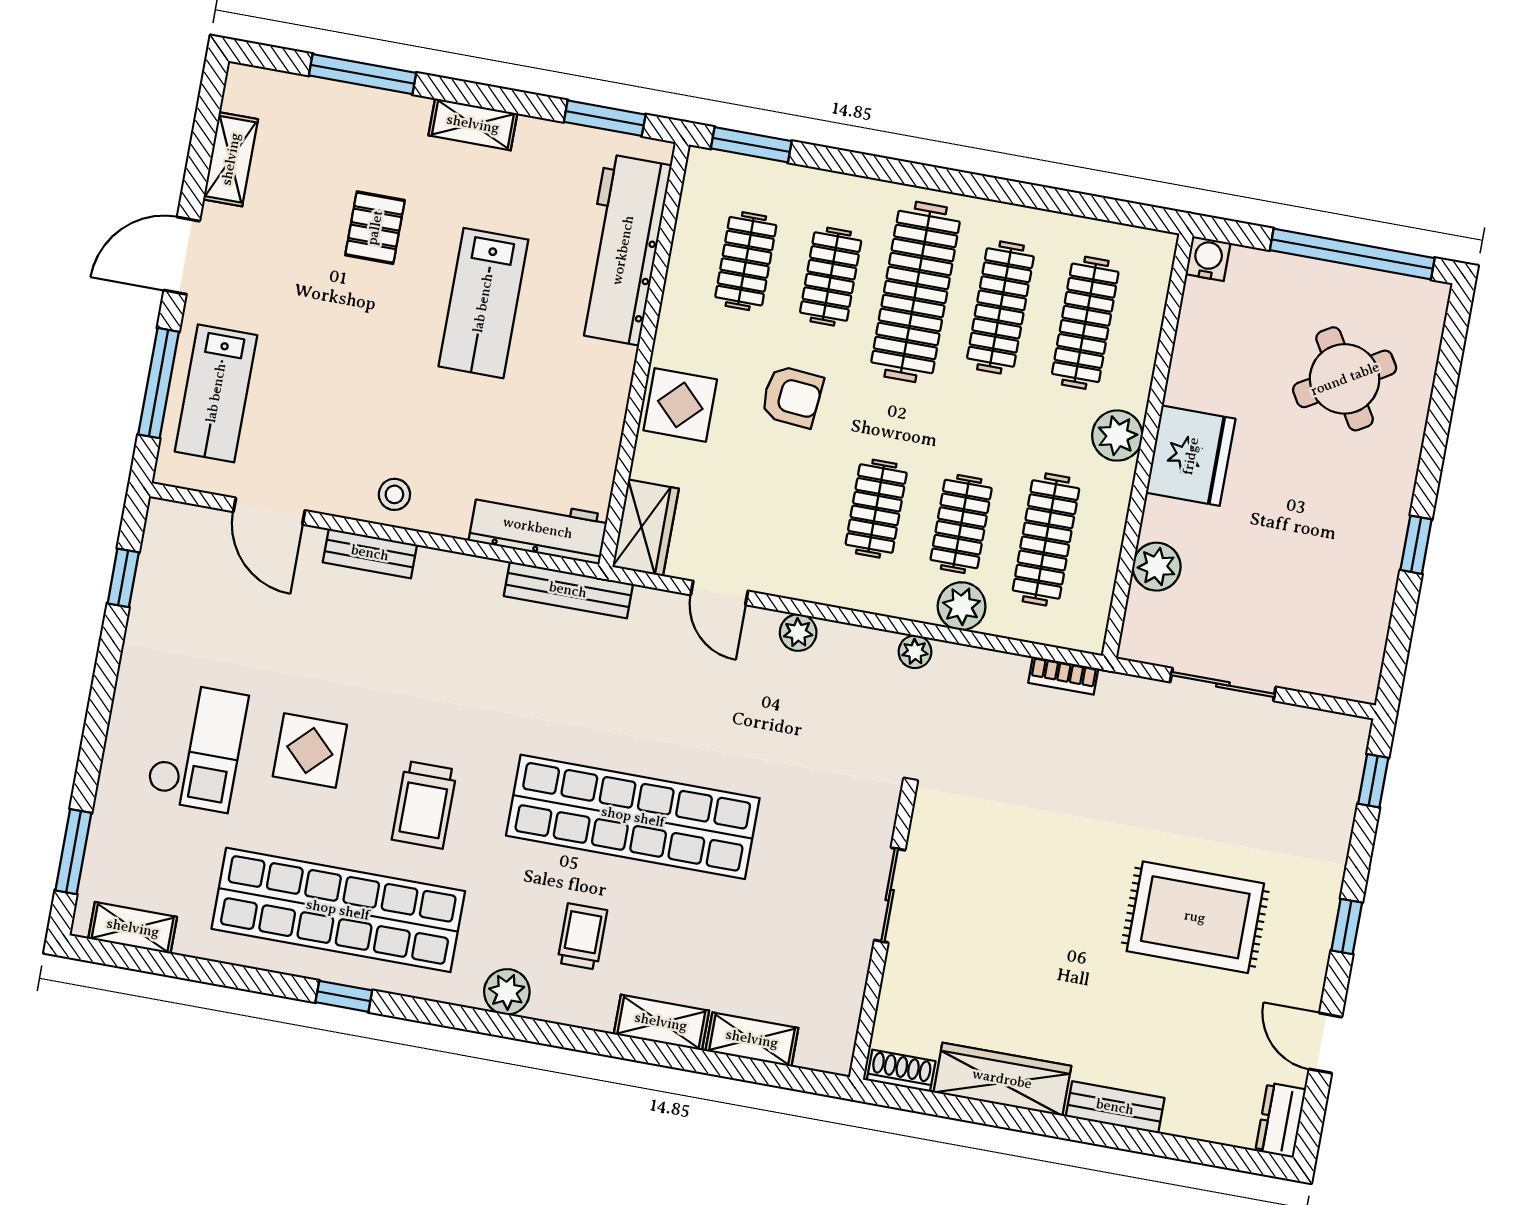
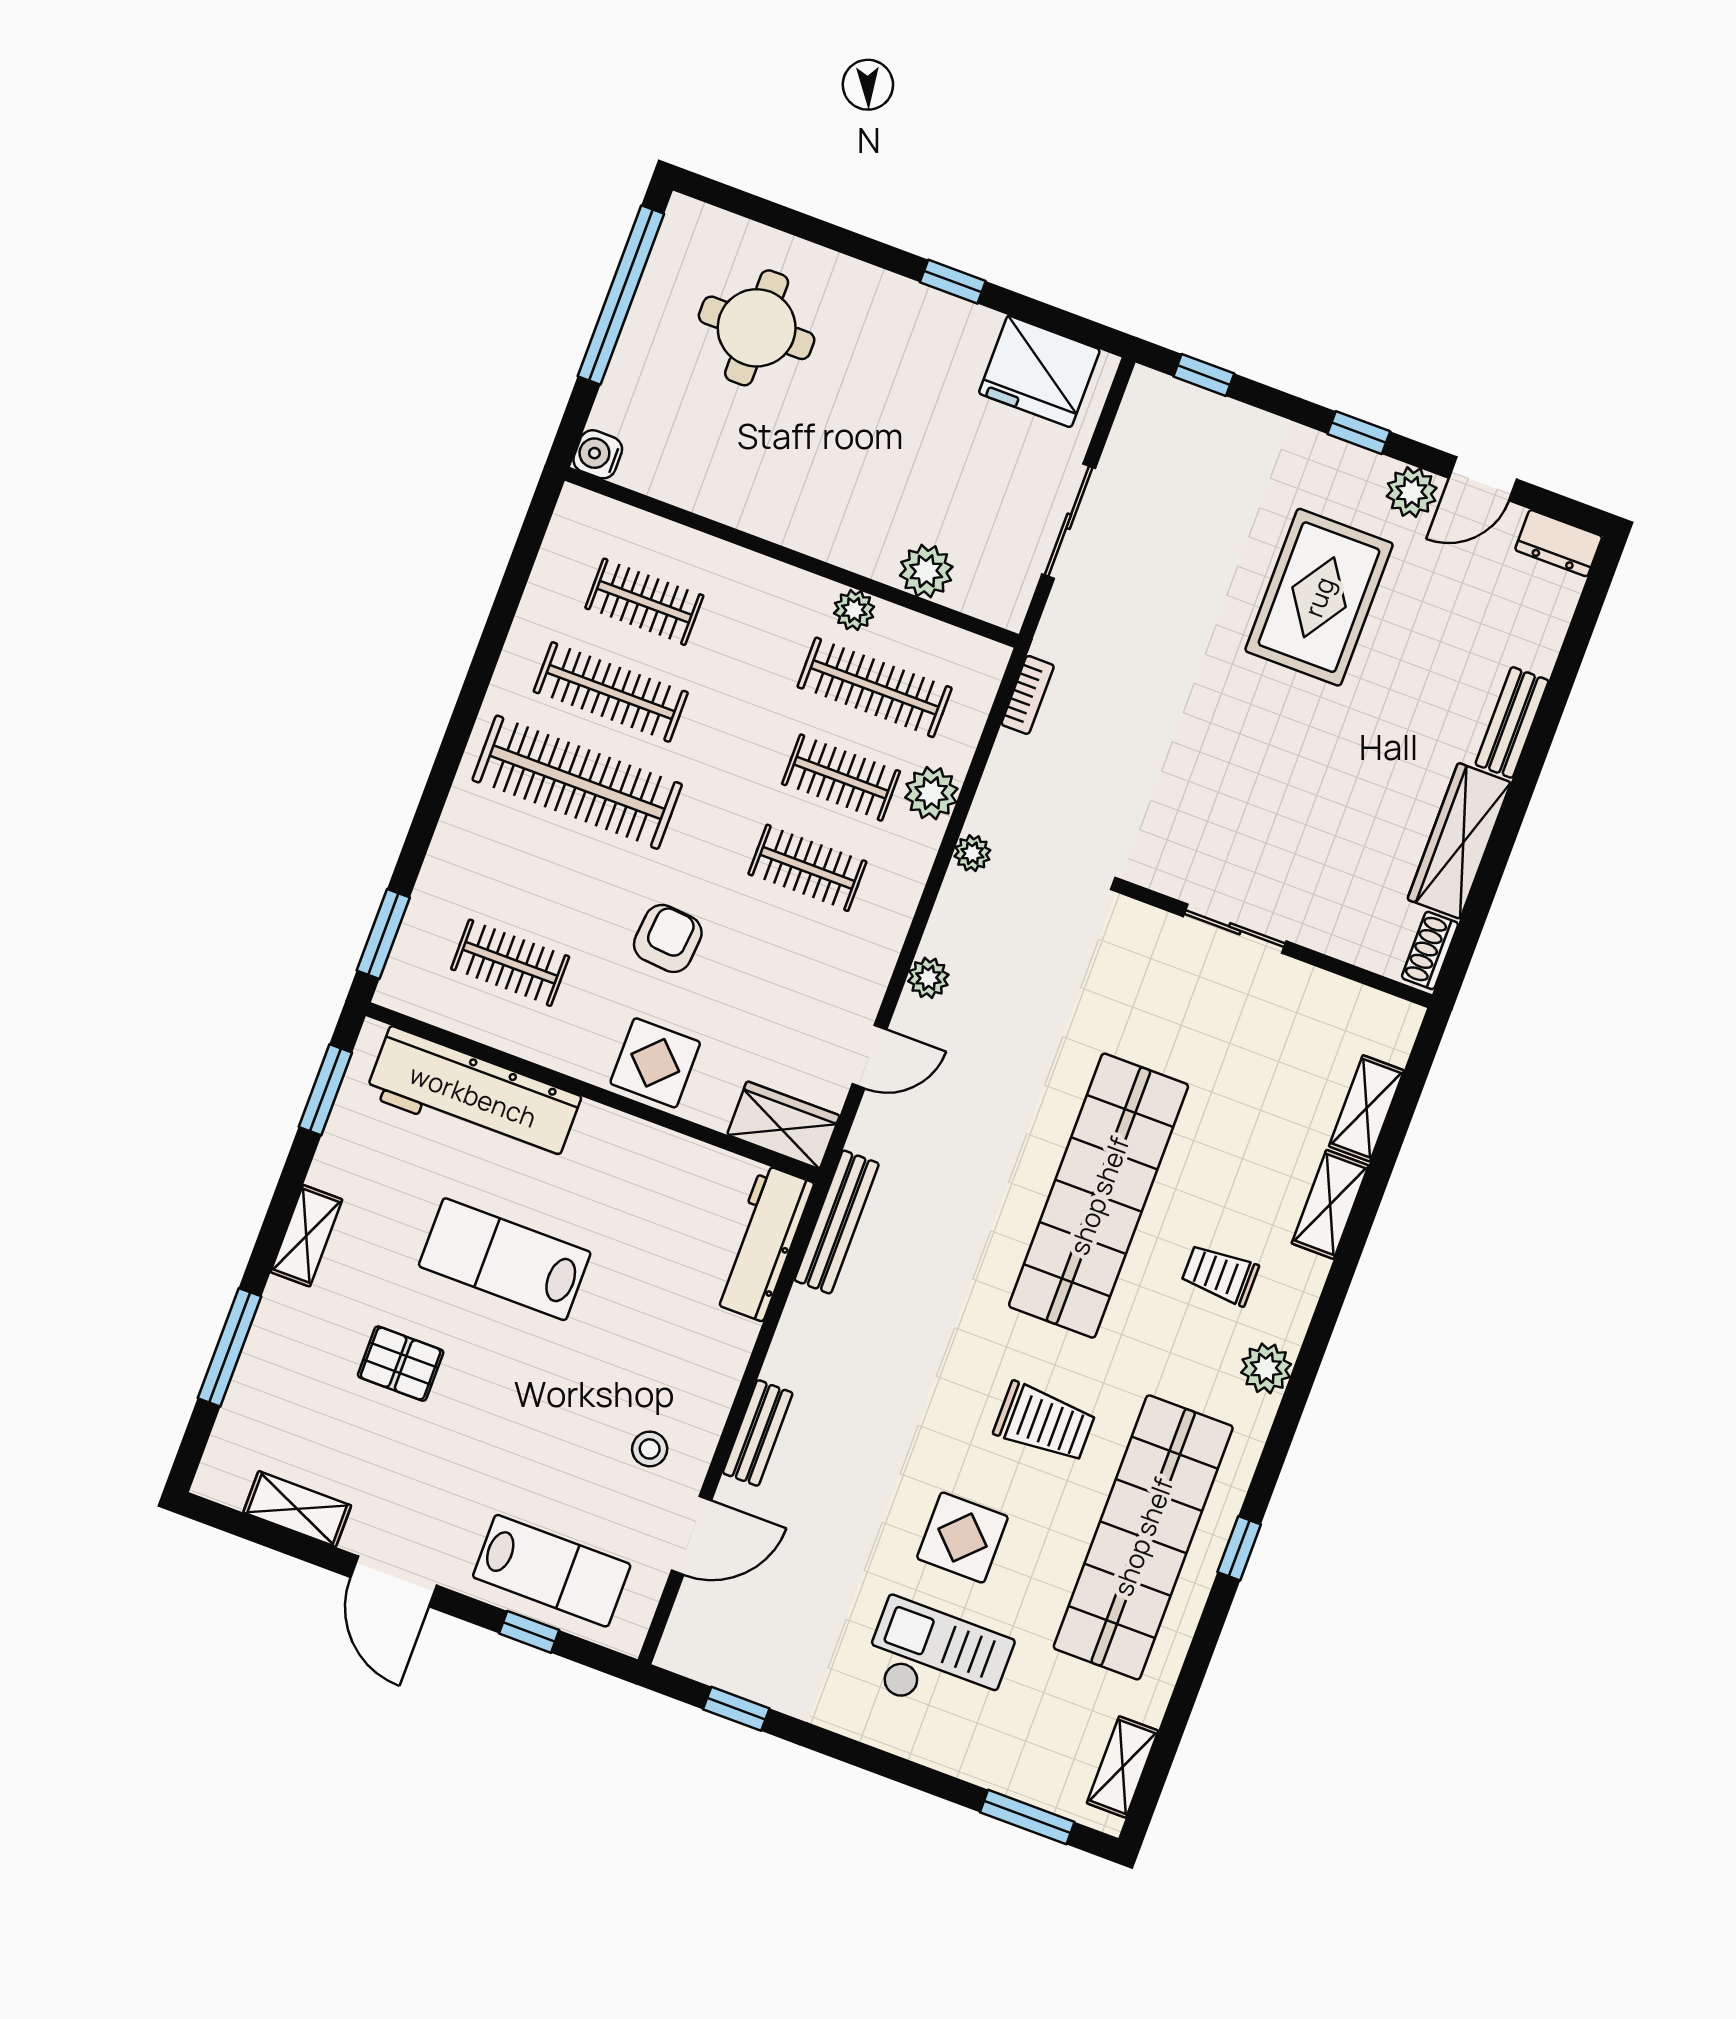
clothes rail: (831, 277) -> (544, 872), removed
lab bench: (483, 303) -> (505, 1259), turned 180
clothes rail: (1085, 323) -> (644, 602), width x0.73
round table: (1345, 379) -> (757, 328), turned 31
window: (159, 383) -> (529, 1632), width x0.46
plant: (1117, 436) -> (854, 610), moved, width x0.73, depth x0.73
fridge: (1191, 456) -> (1039, 371), moved, turned 180
stool: (394, 494) -> (650, 1449), moved
plant: (1302, 982) -> (1412, 492), added

